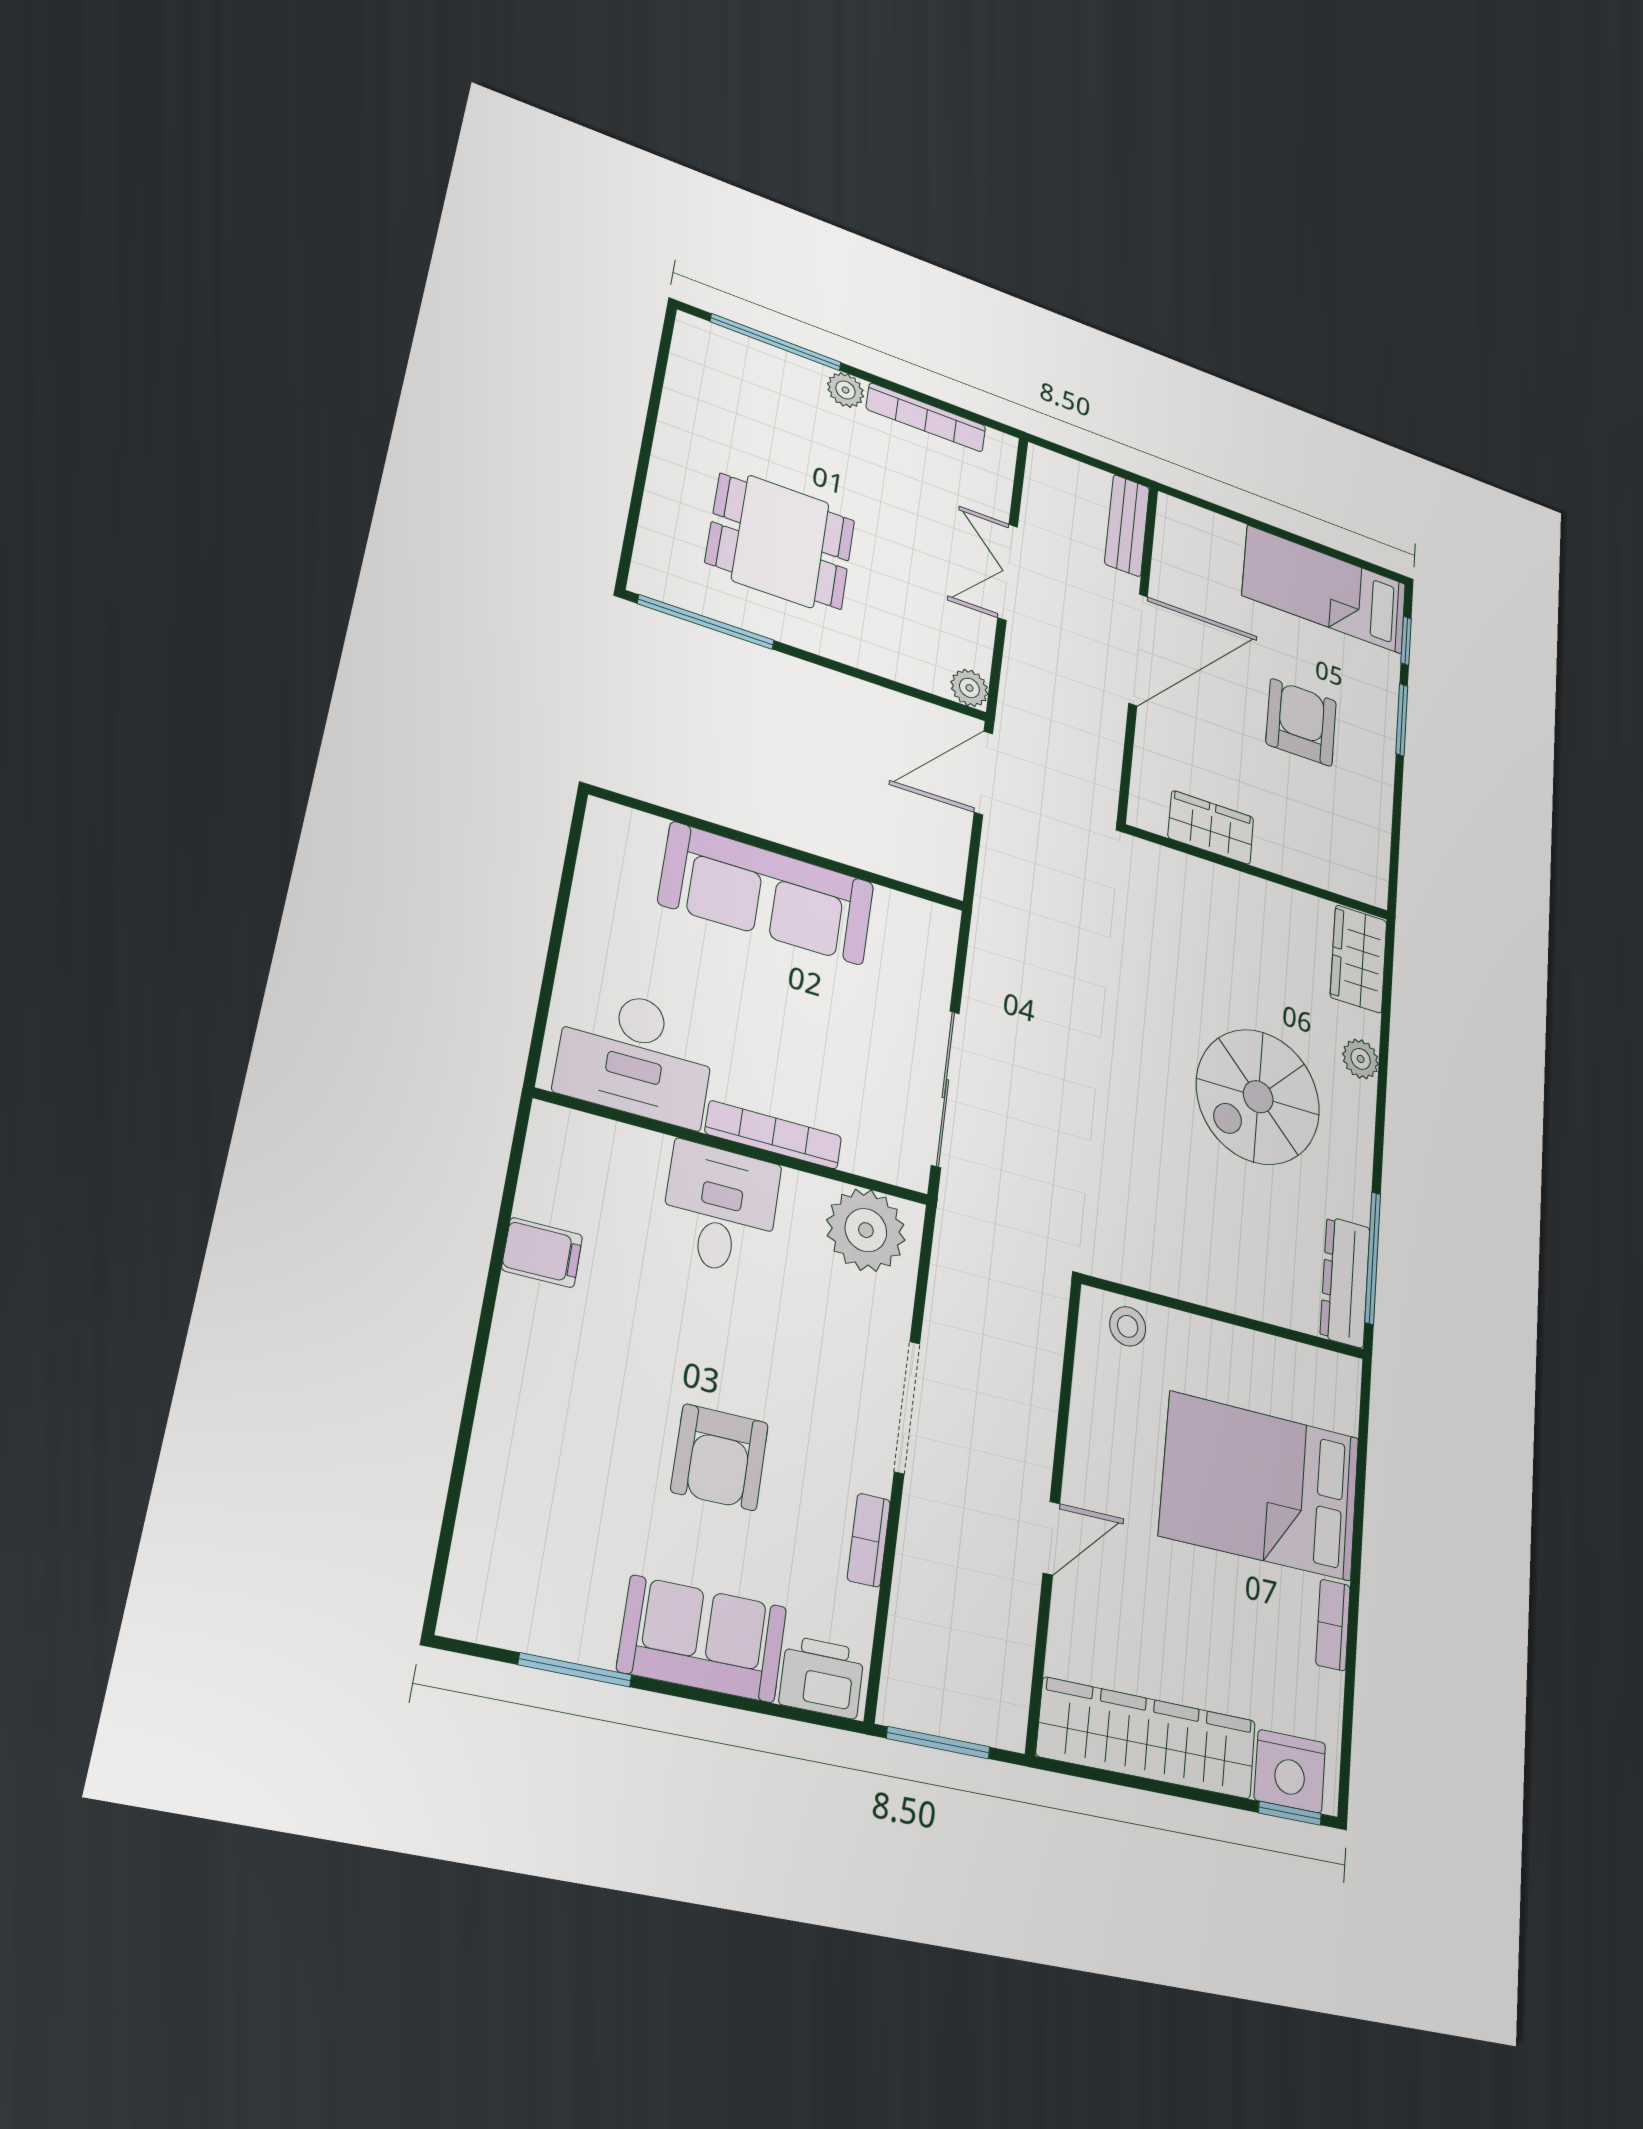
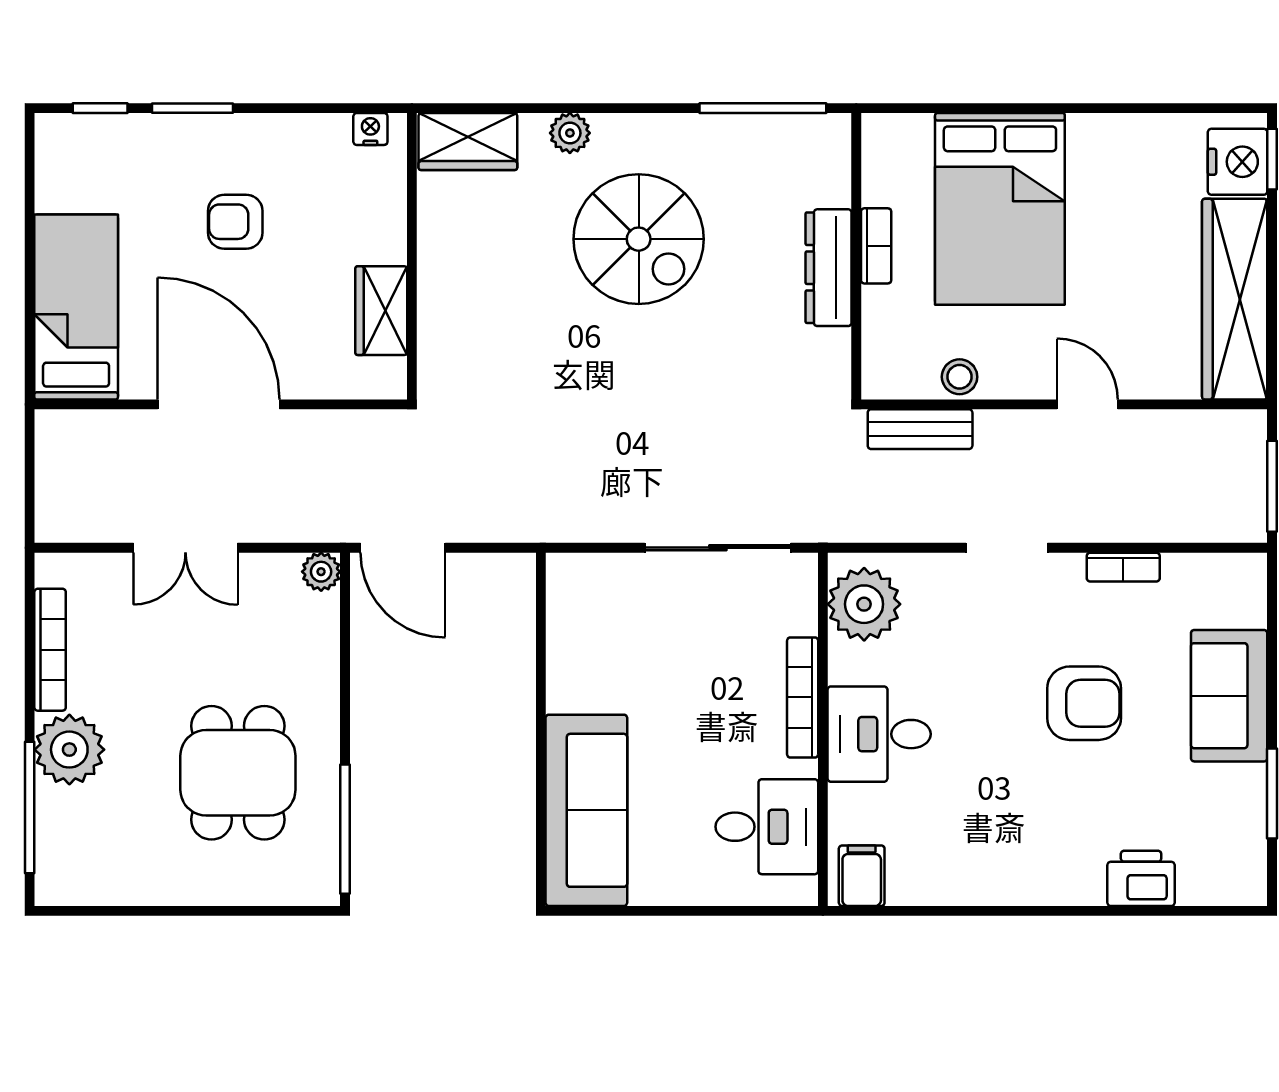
plant: (845, 390) -> (69, 750), width x1.88, depth x1.88
bench: (1127, 526) -> (920, 429), moved
bed: (1325, 590) -> (76, 307), moved, turned 180
armchair: (1301, 722) -> (235, 222), width x0.72, depth x0.72
nightstand: (1375, 872) -> (370, 129), added
sofa: (767, 894) -> (586, 810), moved
desk: (636, 1055) -> (767, 827), width x0.73
filing cabinet: (542, 1253) -> (862, 876), moved
dresser: (1345, 1282) -> (829, 268), moved, turned 90
stool: (1128, 1326) -> (960, 377), moved
doorway: (907, 1407) -> (1007, 548), width x0.73
bookcase: (1333, 1625) -> (876, 246), moved, turned -90
printer: (822, 1677) -> (1141, 878), moved, turned 90

